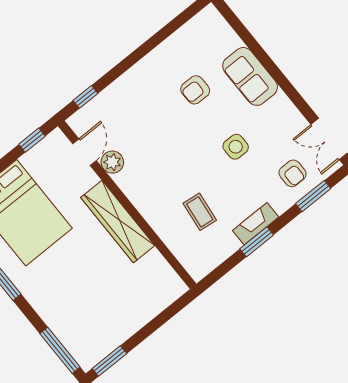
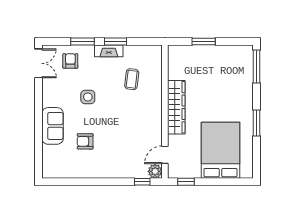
armchair: (195, 90) -> (85, 141), turned 180
plant: (112, 162) -> (155, 171), moved
window: (313, 196) -> (83, 41), moved
window: (109, 361) -> (204, 41), moved

